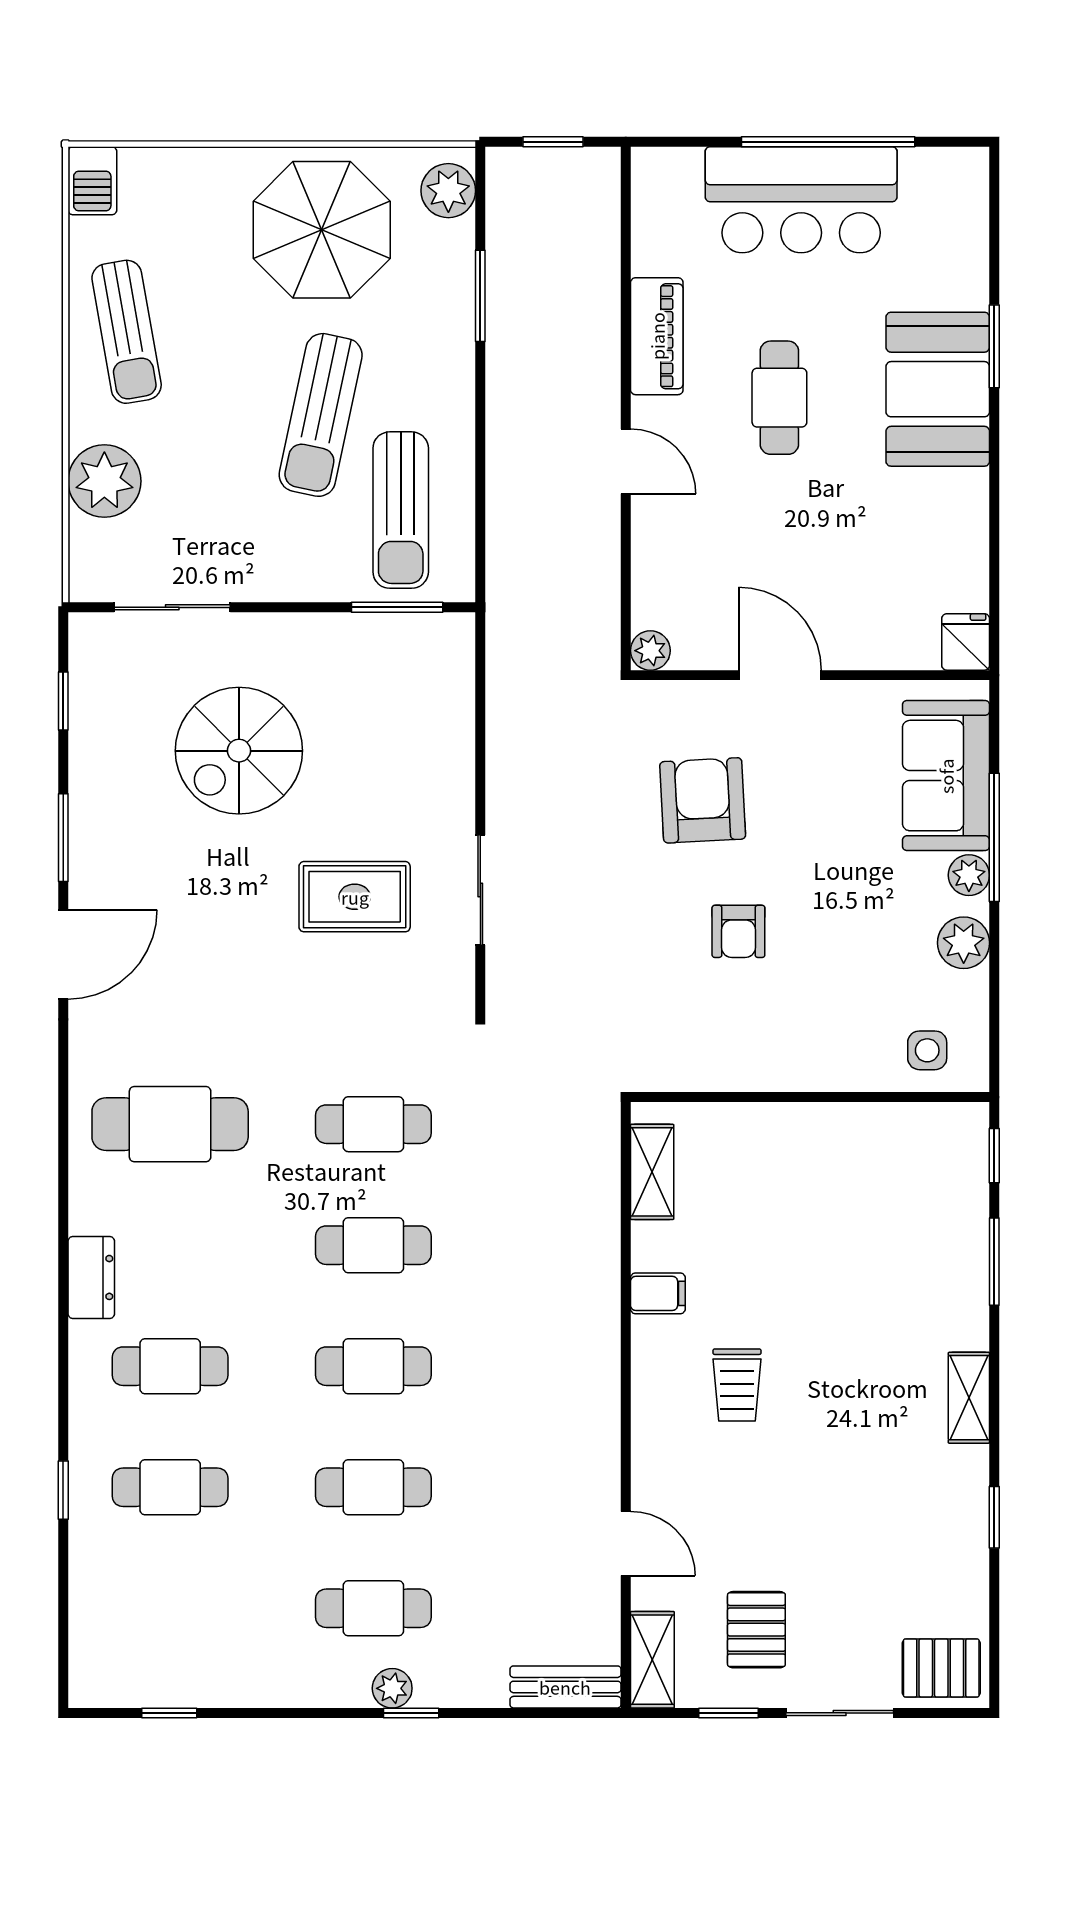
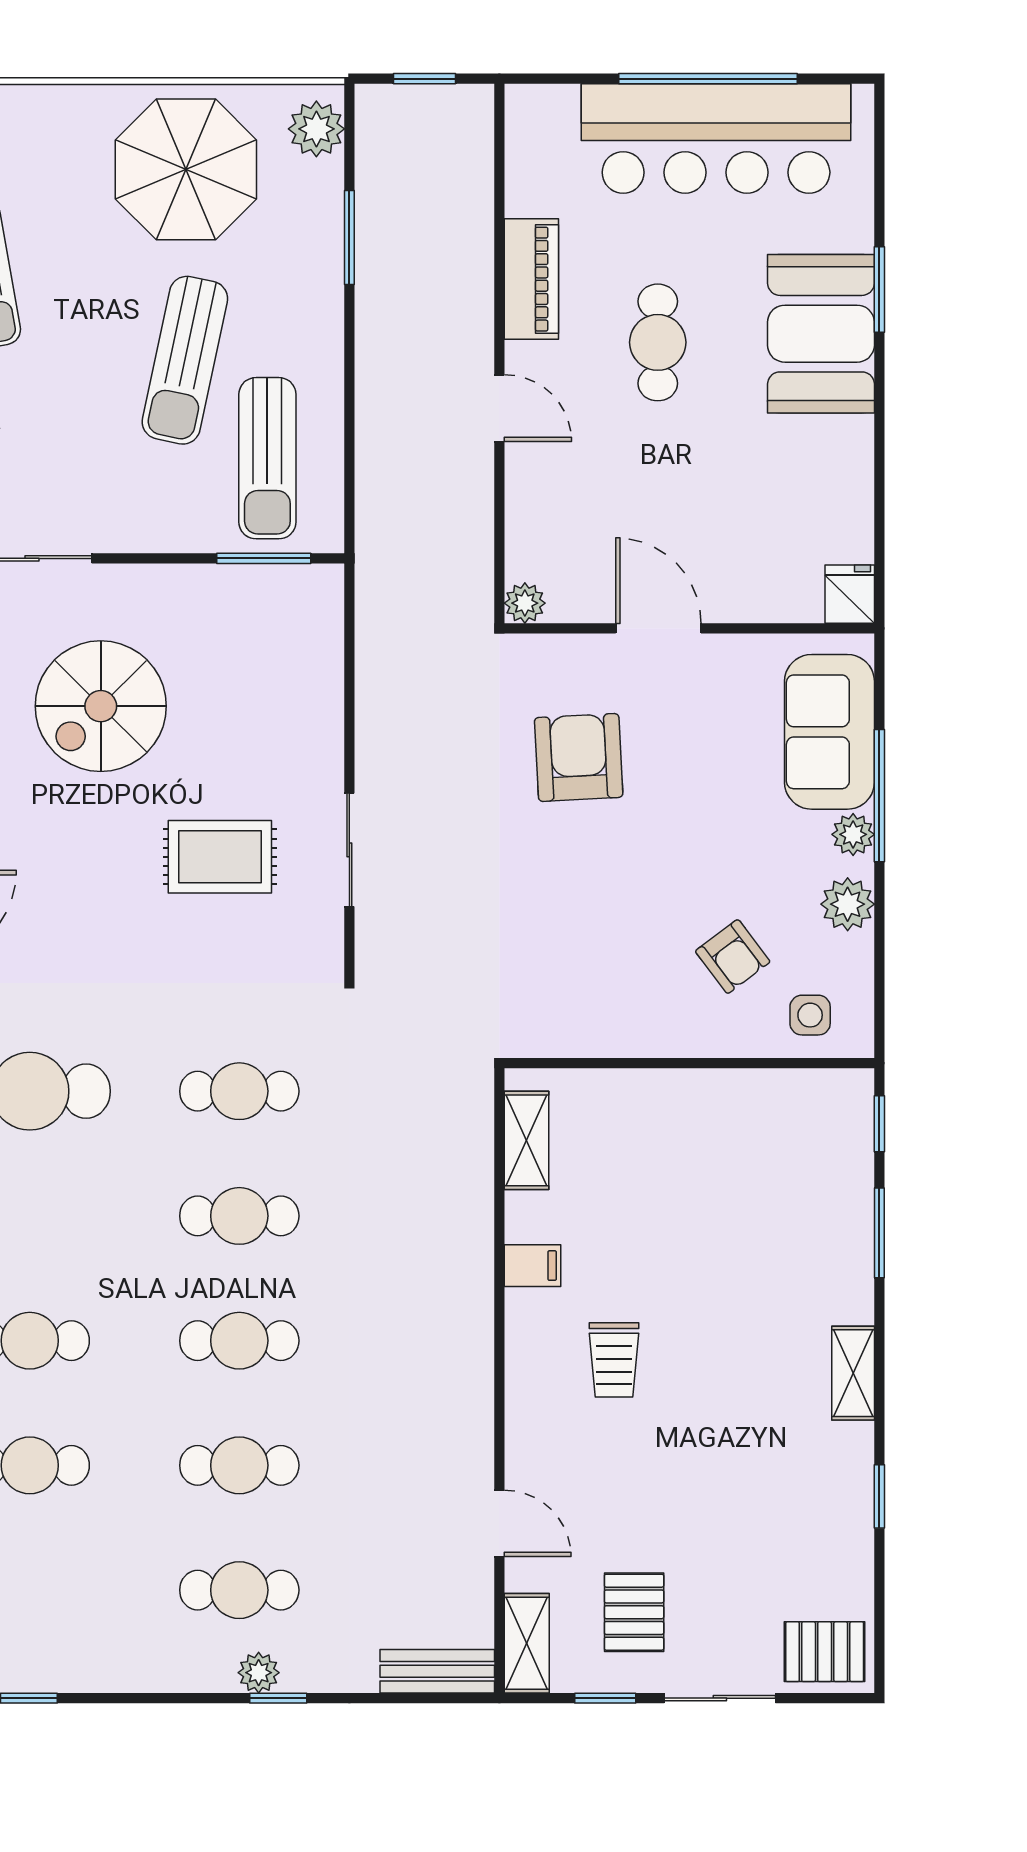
bar counter: (801, 200) -> (716, 138), width x1.36
armchair: (738, 931) -> (733, 957), moved, turned -37

